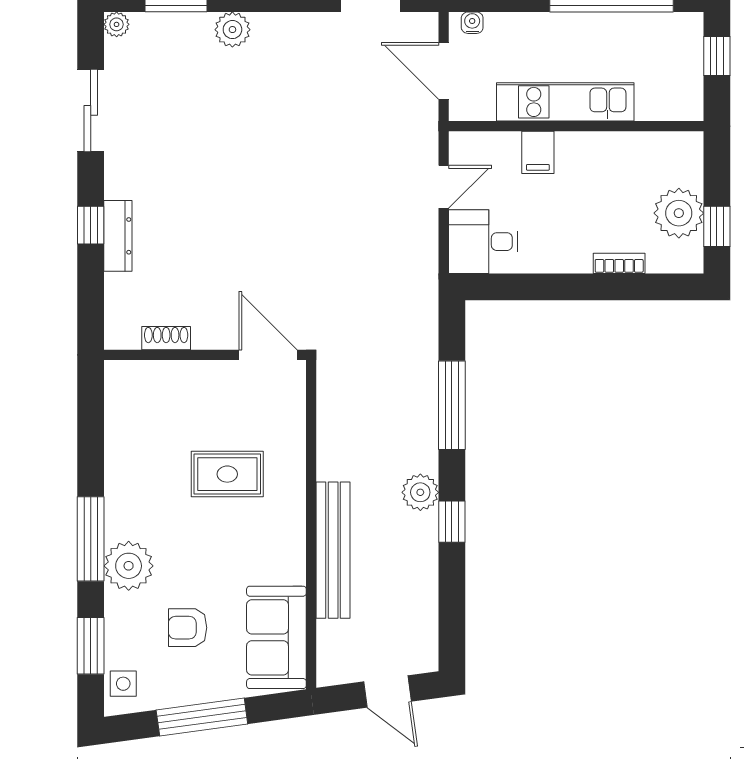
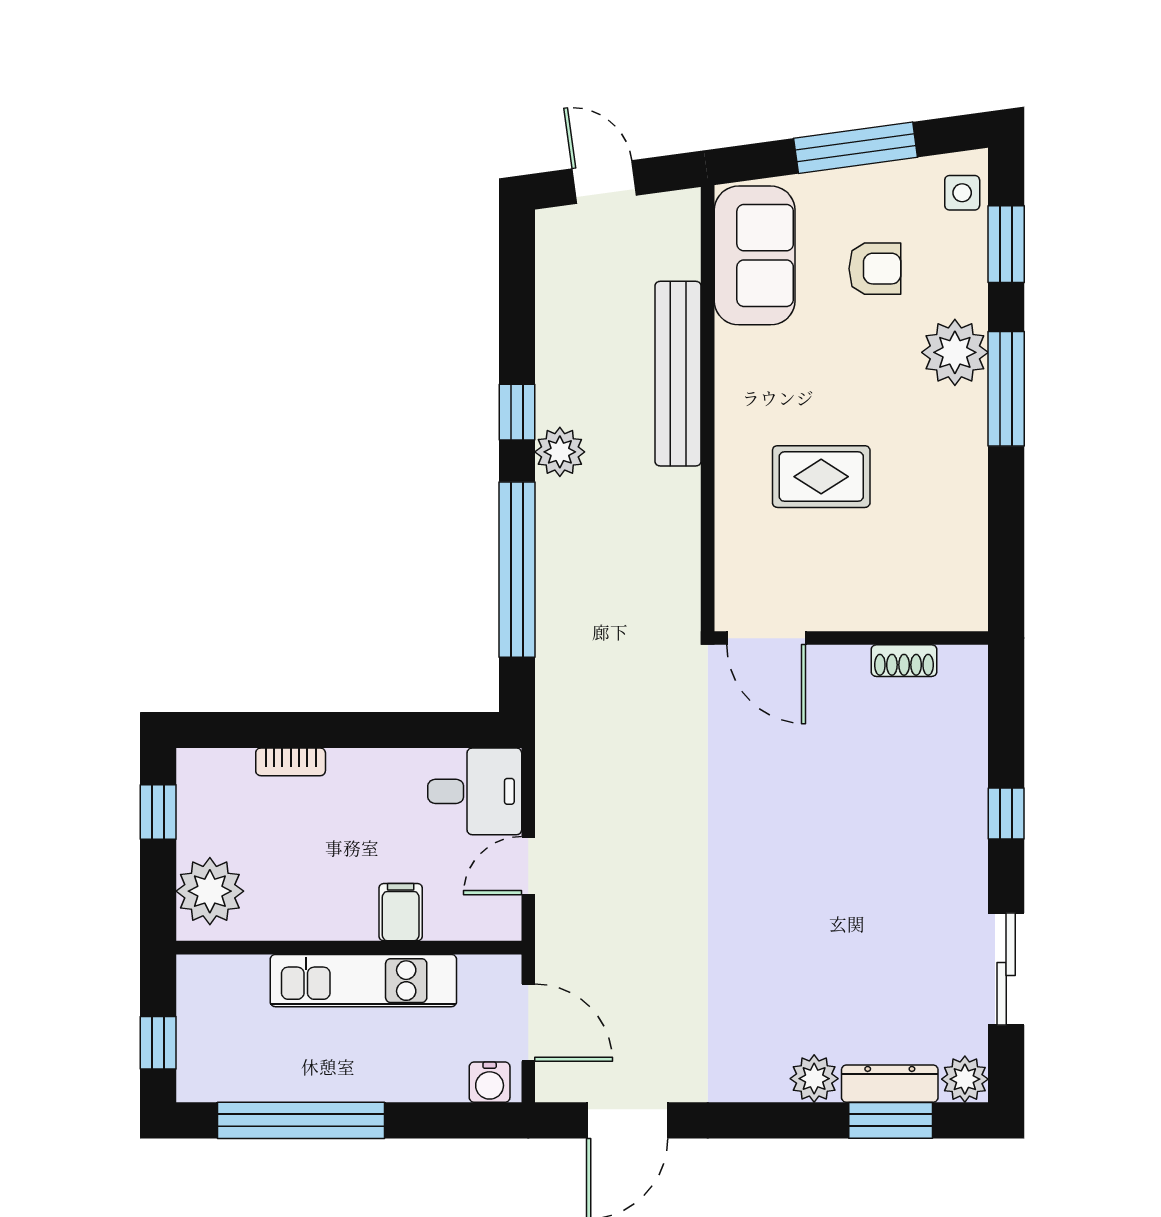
water cooler: (472, 23) -> (490, 1082), width x1.38, depth x1.38
plant: (117, 24) -> (965, 1079), width x1.38, depth x1.38
plant: (679, 213) -> (210, 891), moved
dresser: (118, 236) -> (890, 1084), moved, turned 90
window: (452, 405) -> (517, 570), width x1.46

